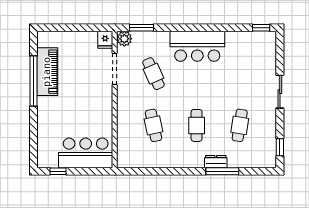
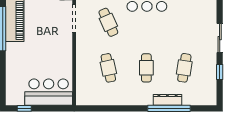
window: (280, 147) -> (220, 72), moved
dresser: (216, 162) -> (167, 100), width x1.44
window: (222, 171) -> (169, 108), width x1.46

